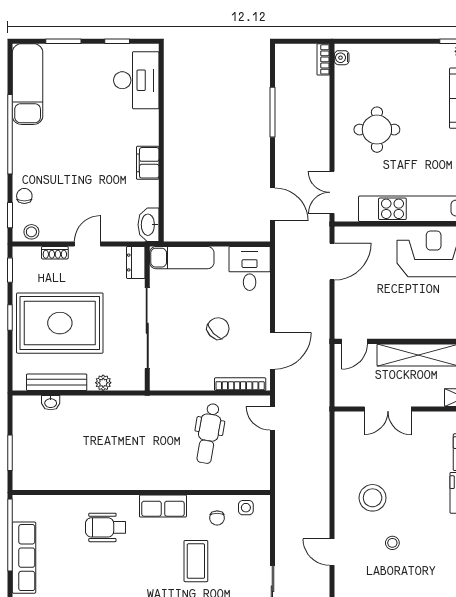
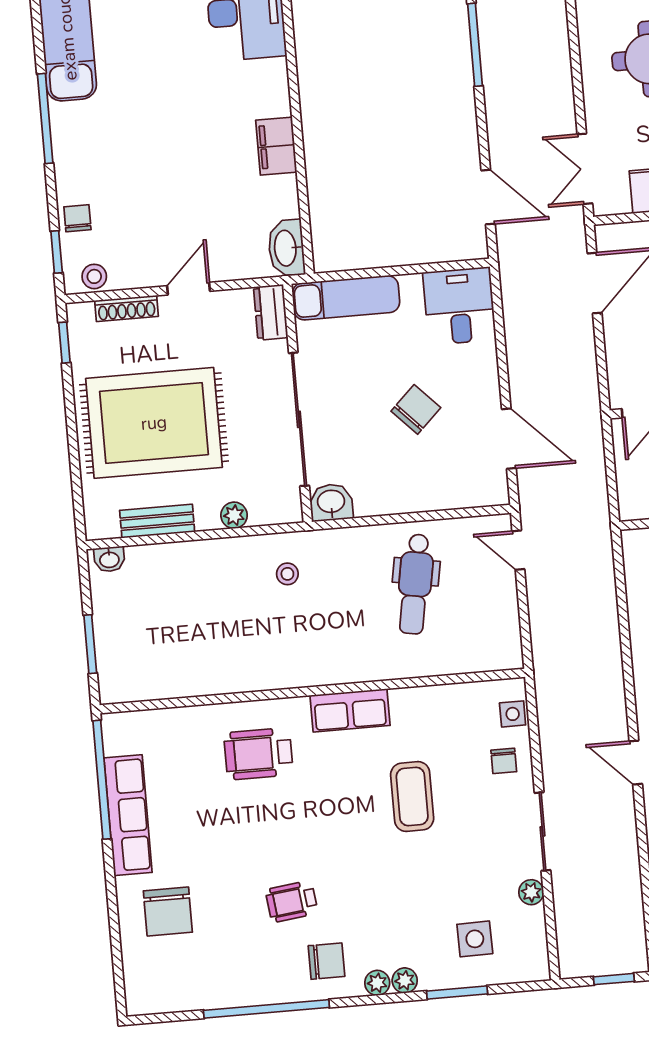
window: (10, 134) -> (45, 119), width x0.68
shoe rack: (55, 253) -> (127, 308), width x1.43
window: (10, 317) -> (71, 421), removed
door: (272, 351) -> (509, 439), hinge flipped
washbasin: (162, 380) -> (331, 502), added
bench: (57, 382) -> (157, 521), width x0.73
bookcase: (240, 384) -> (460, 498), removed
washbasin: (51, 403) -> (109, 559), moved
stool: (132, 421) -> (287, 574), added
side table: (246, 508) -> (513, 714), moved
chair: (217, 518) -> (504, 761), moved

